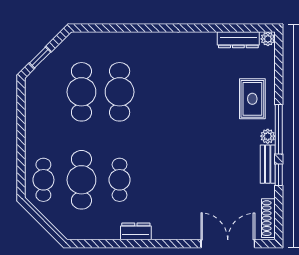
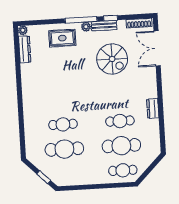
cafe table: (120, 92) -> (63, 124), width x0.73, depth x0.74
spiral stairs: (216, 173) -> (112, 59), added

